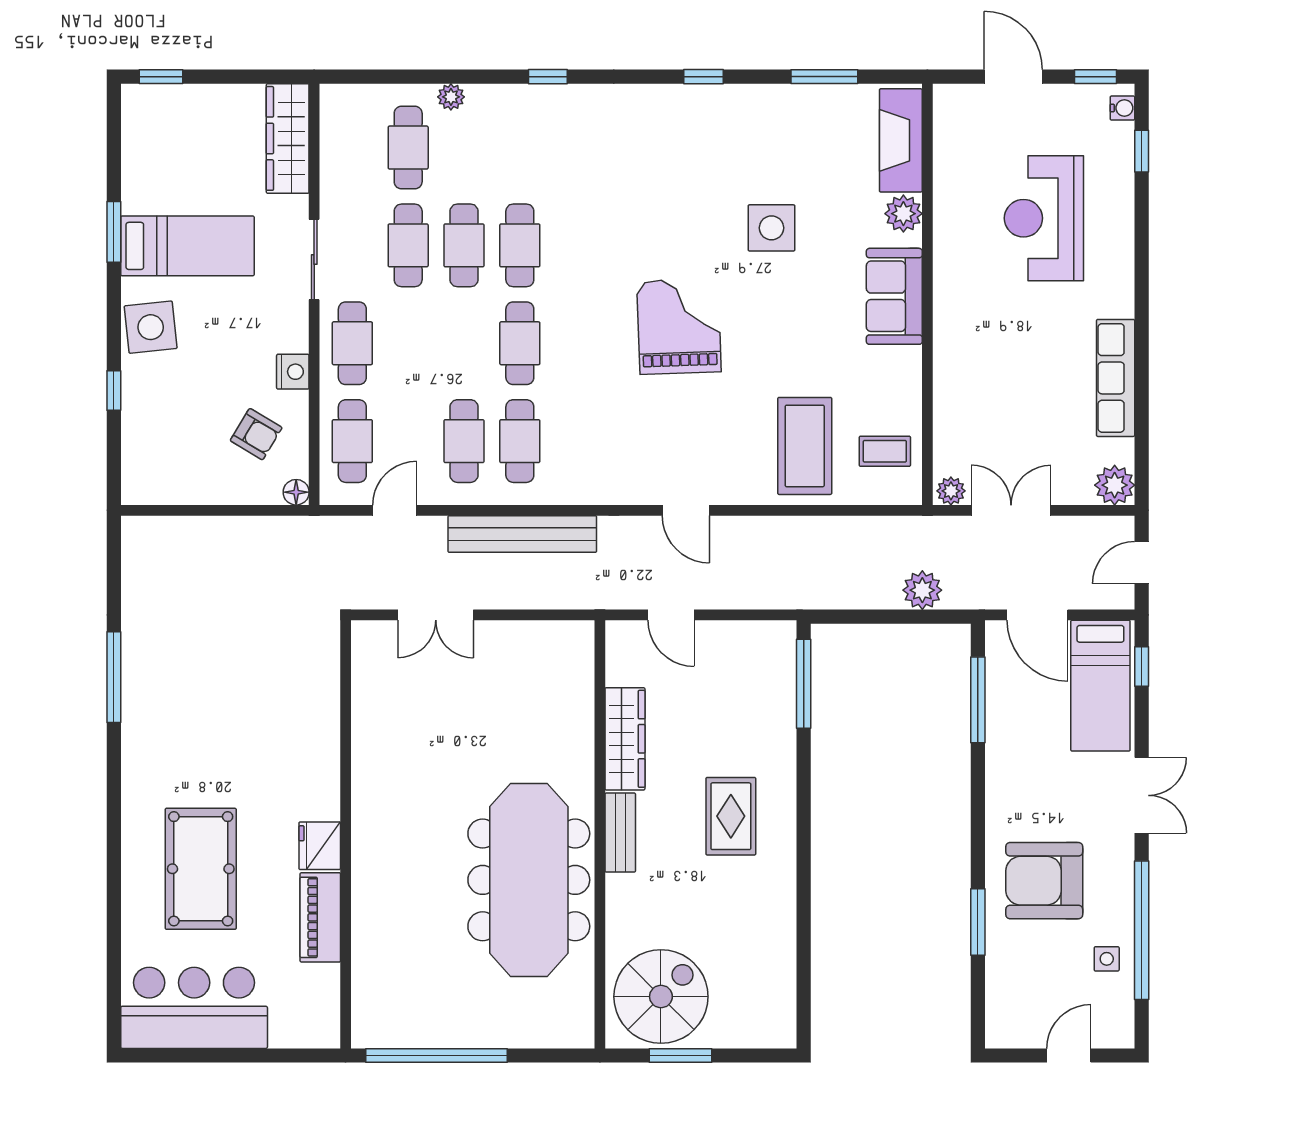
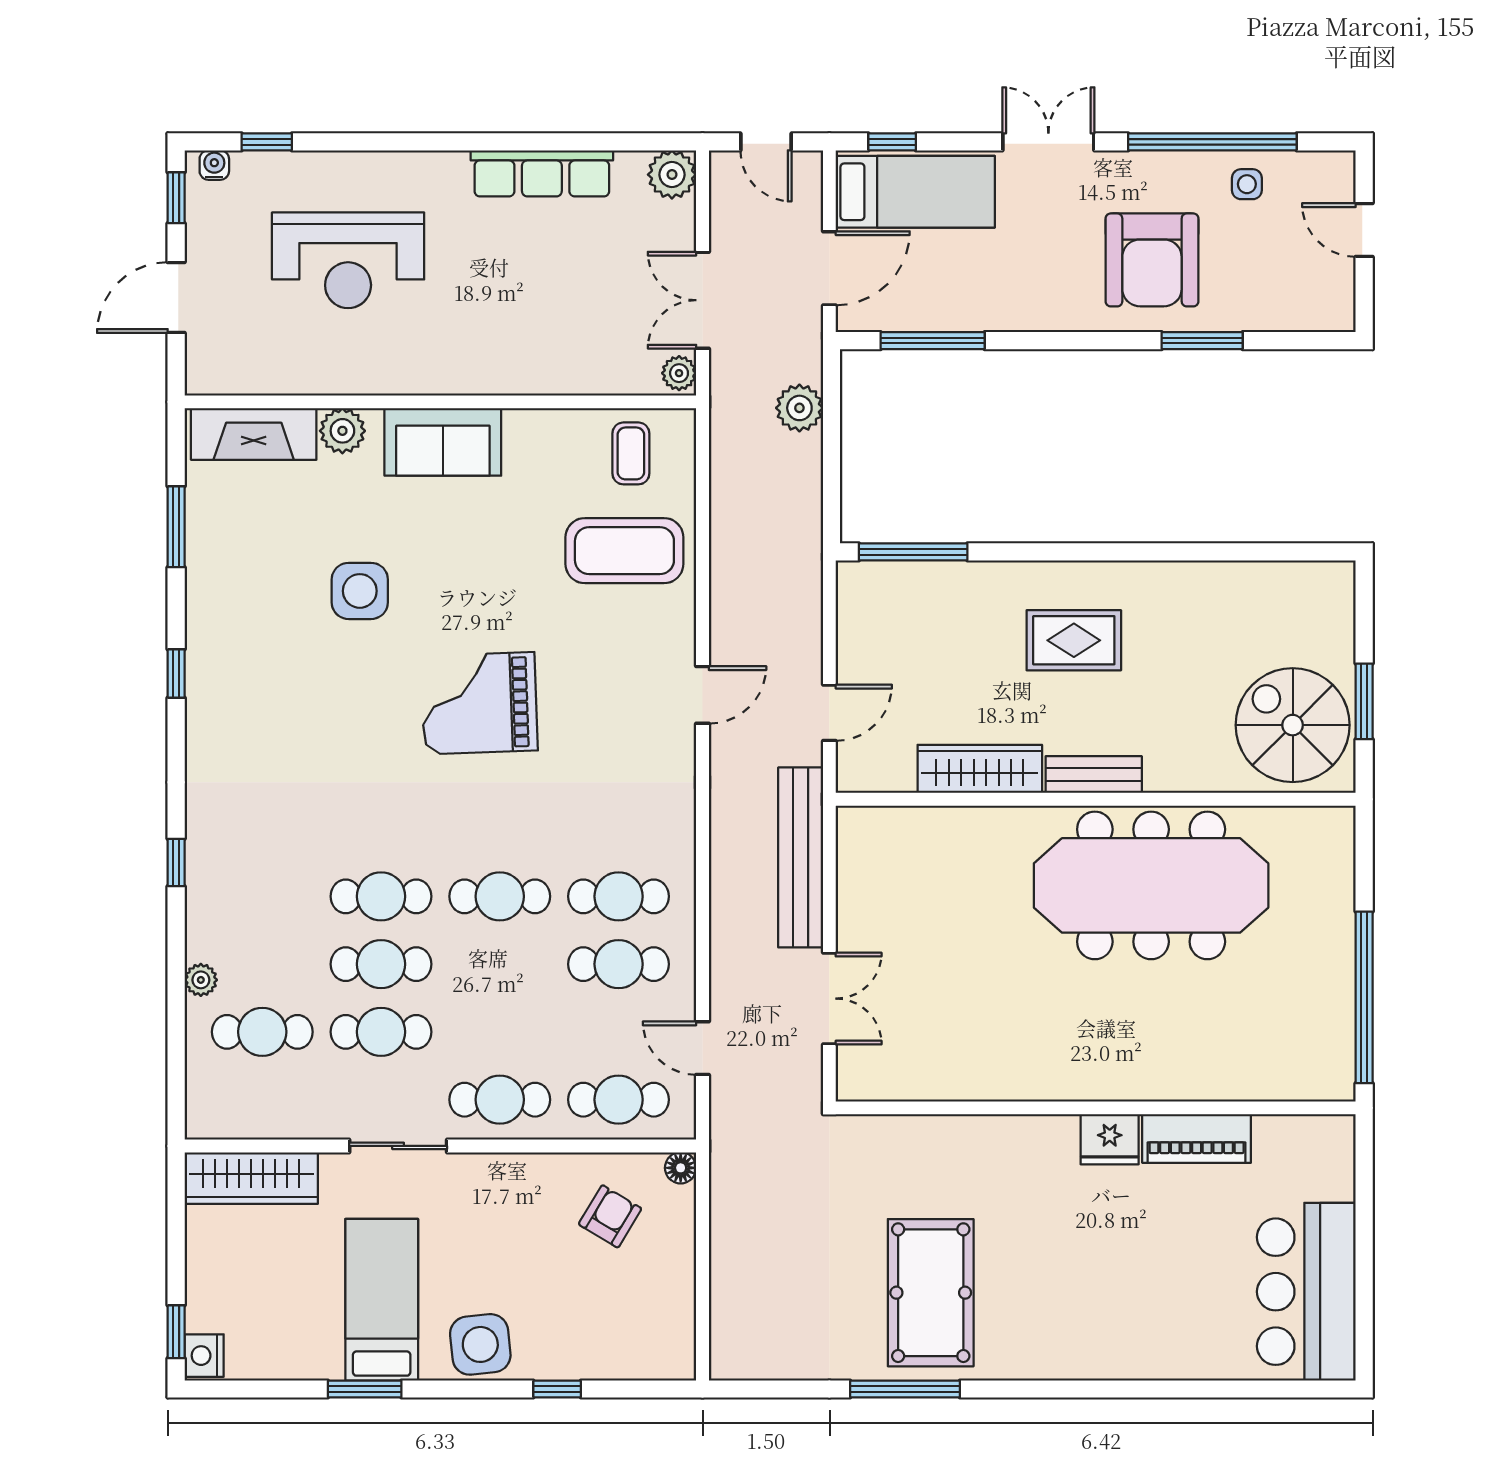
nightstand: (293, 372) -> (204, 1356), moved, turned -90
bench: (522, 534) -> (801, 857), moved
pool table: (201, 869) -> (931, 1293), moved, turned 90

